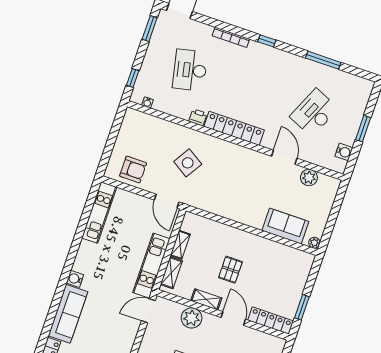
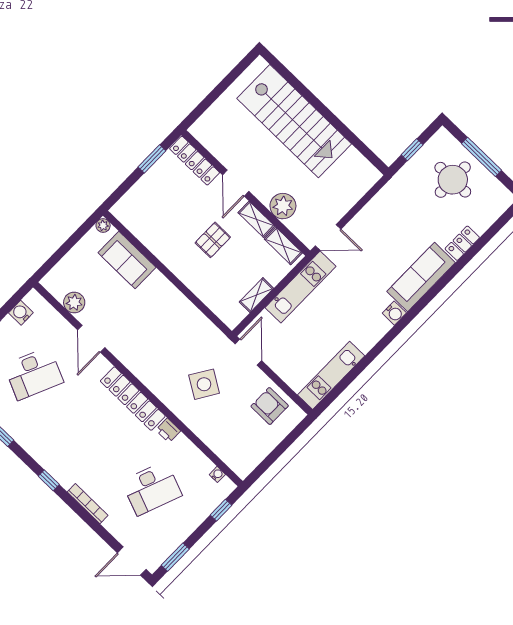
desk: (190, 70) -> (152, 488), turned 33
shelving: (171, 273) -> (283, 246), moved, turned 90

